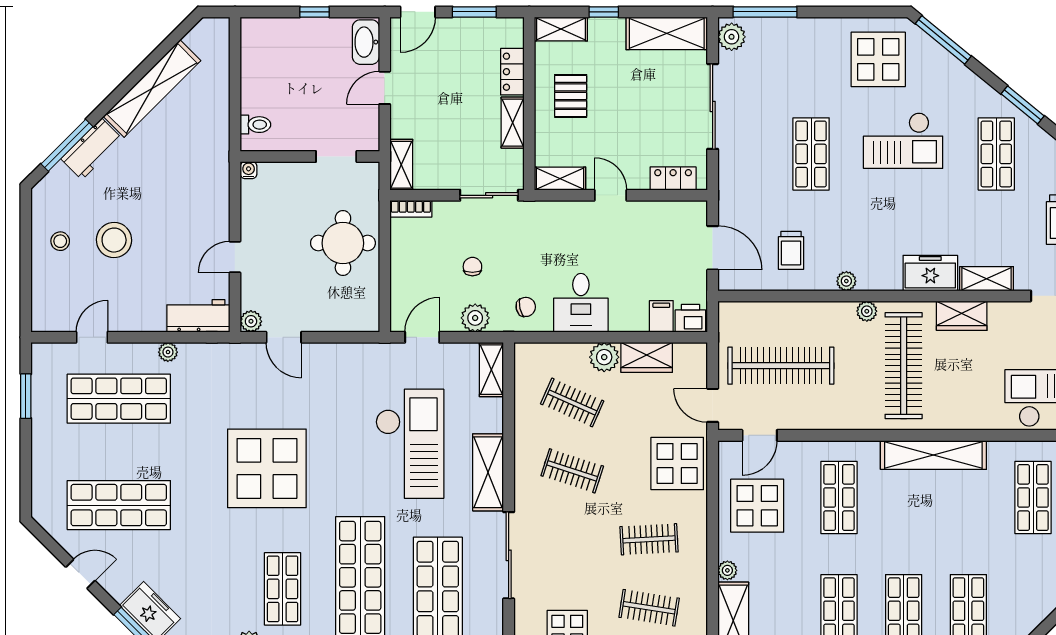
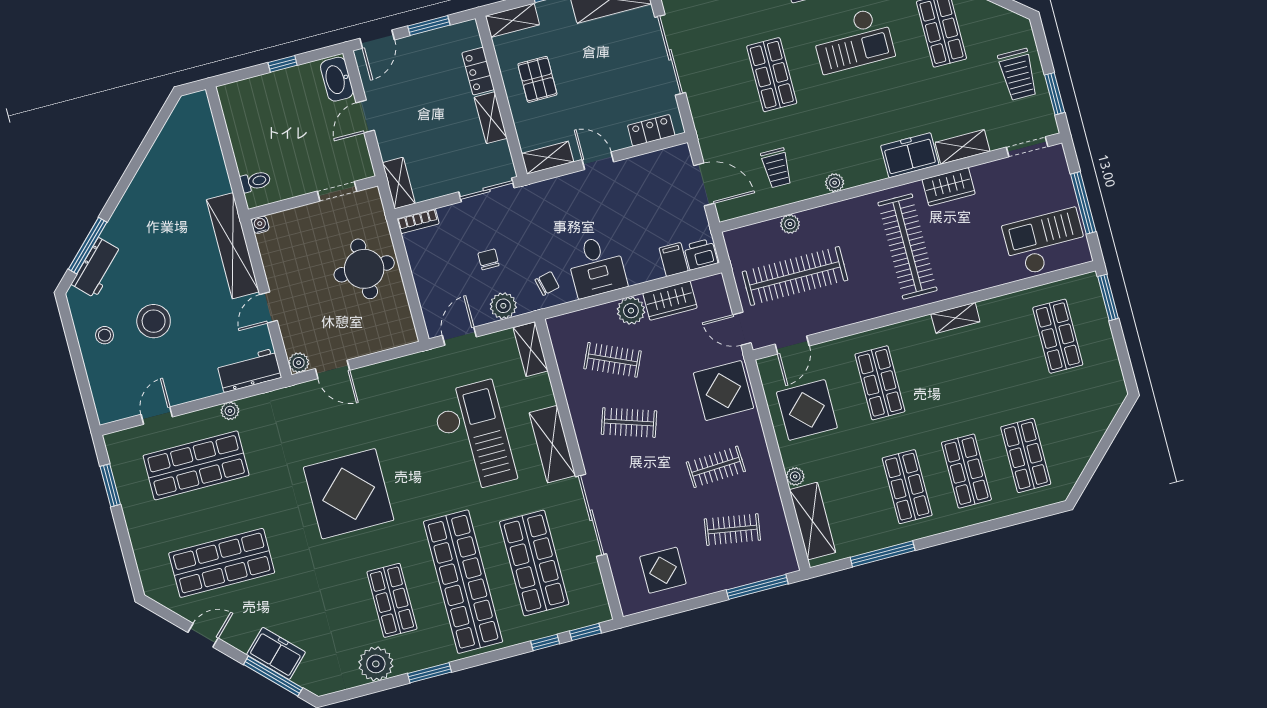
shelving: (152, 88) -> (233, 246), moved, turned -45
workbench: (92, 149) -> (97, 268), moved
plant: (867, 311) -> (790, 224), moved
shelving: (933, 455) -> (955, 318), width x0.45, depth x0.75

